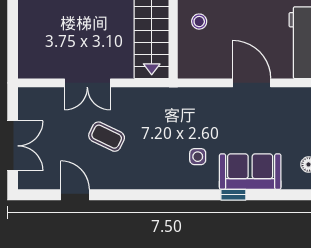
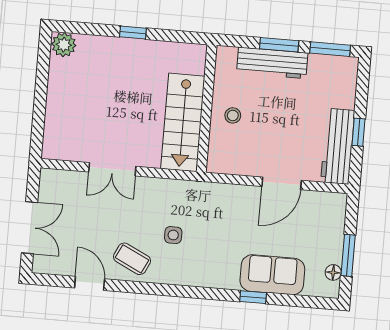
door: (252, 83) -> (282, 183), swing flipped
coffee table: (107, 137) -> (132, 259), moved
side table: (198, 157) -> (173, 235), moved

